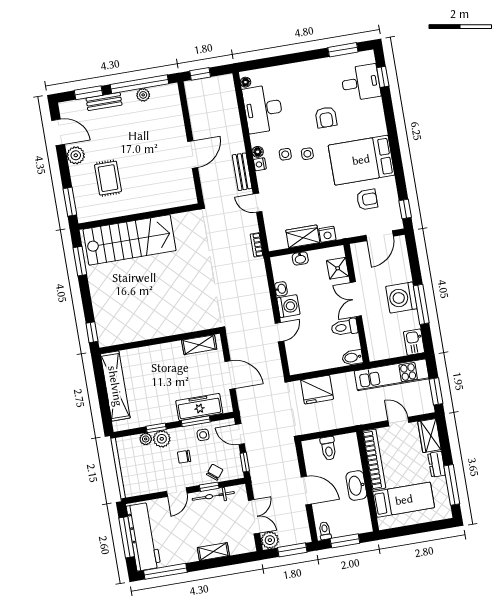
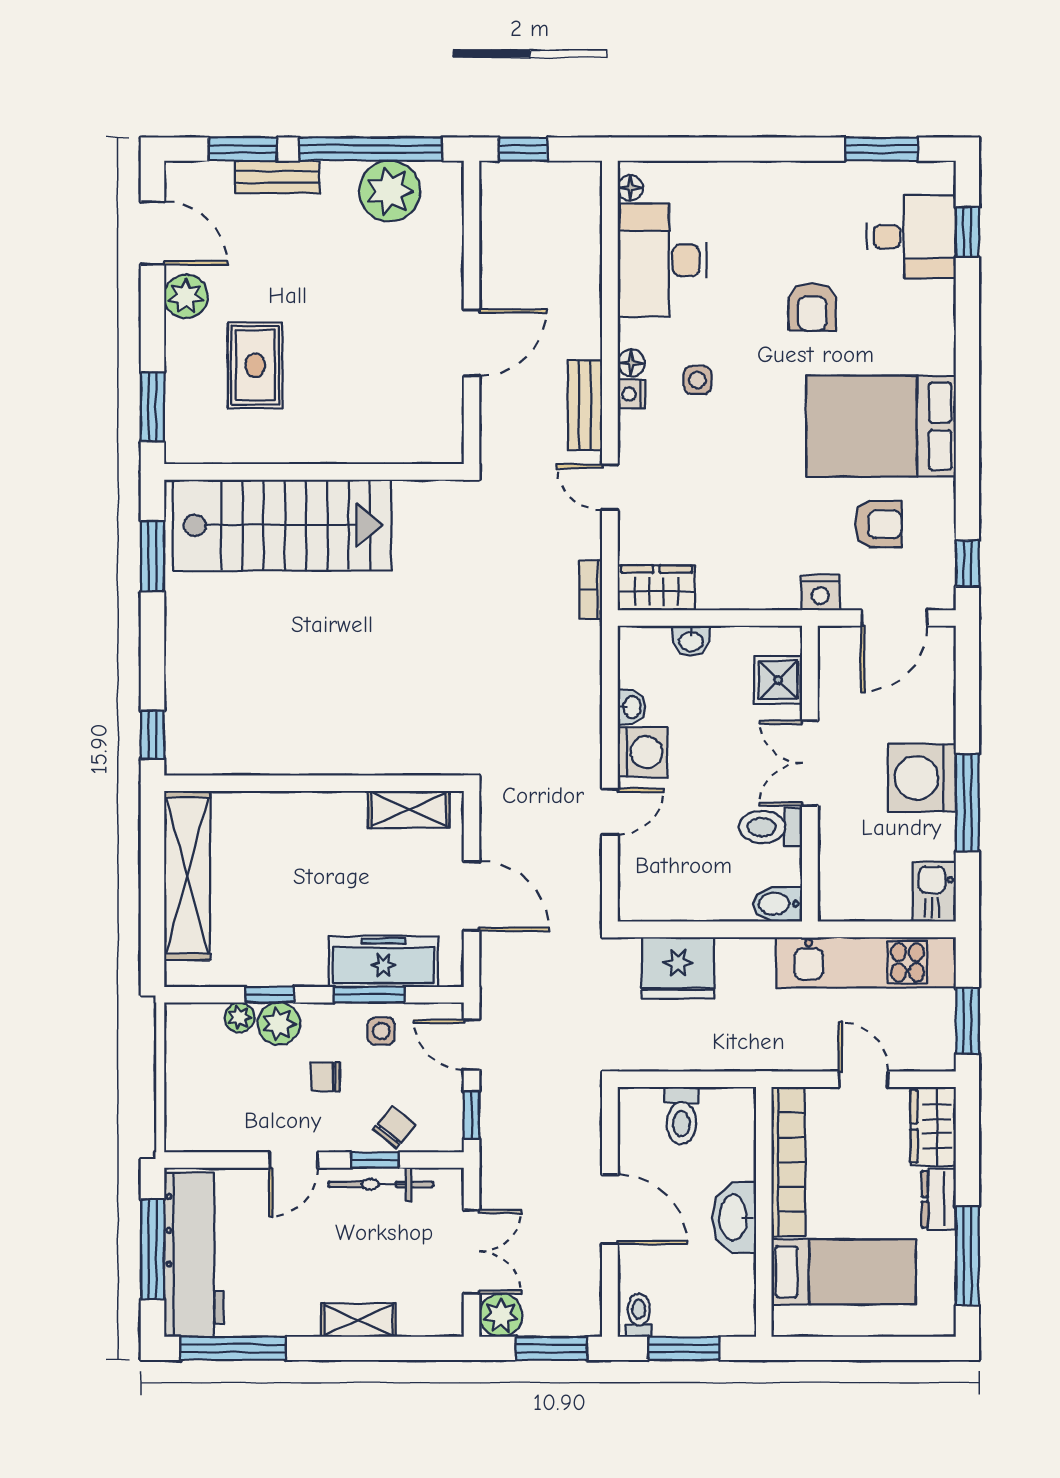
plant: (143, 95) -> (390, 191), width x1.87, depth x1.87
side table: (307, 154) -> (752, 388), removed
nightstand: (327, 234) -> (820, 593), moved
wardrobe: (303, 236) -> (656, 588), moved

